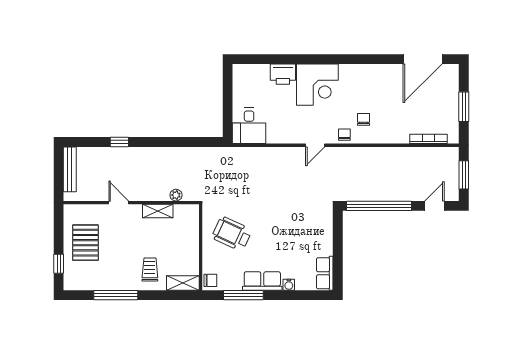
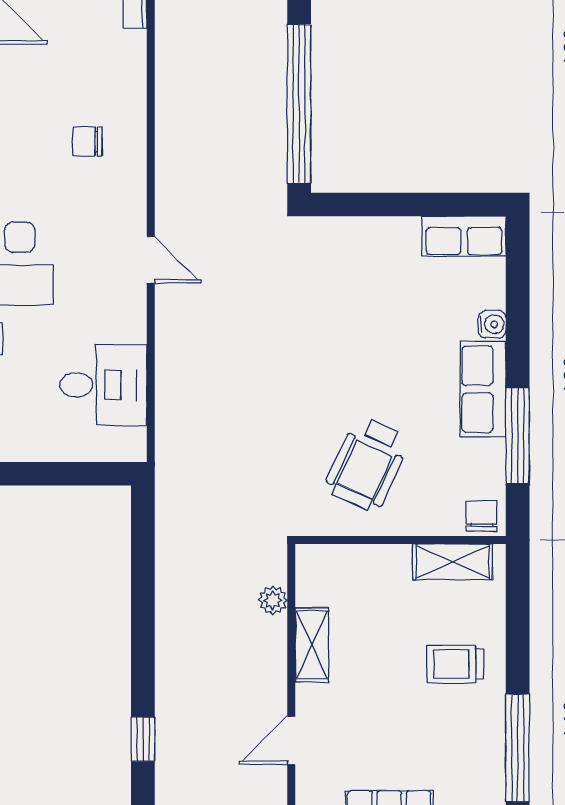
desk: (249, 126) -> (103, 385), moved
chair: (344, 135) -> (125, 188), removed
shelving: (183, 283) -> (453, 562), moved, turned 90

